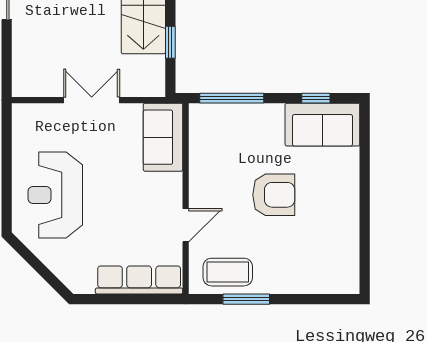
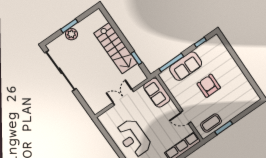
sofa: (322, 125) -> (186, 66), moved
armchair: (274, 195) -> (209, 86), turned -90
door: (186, 225) -> (186, 117), swing flipped

